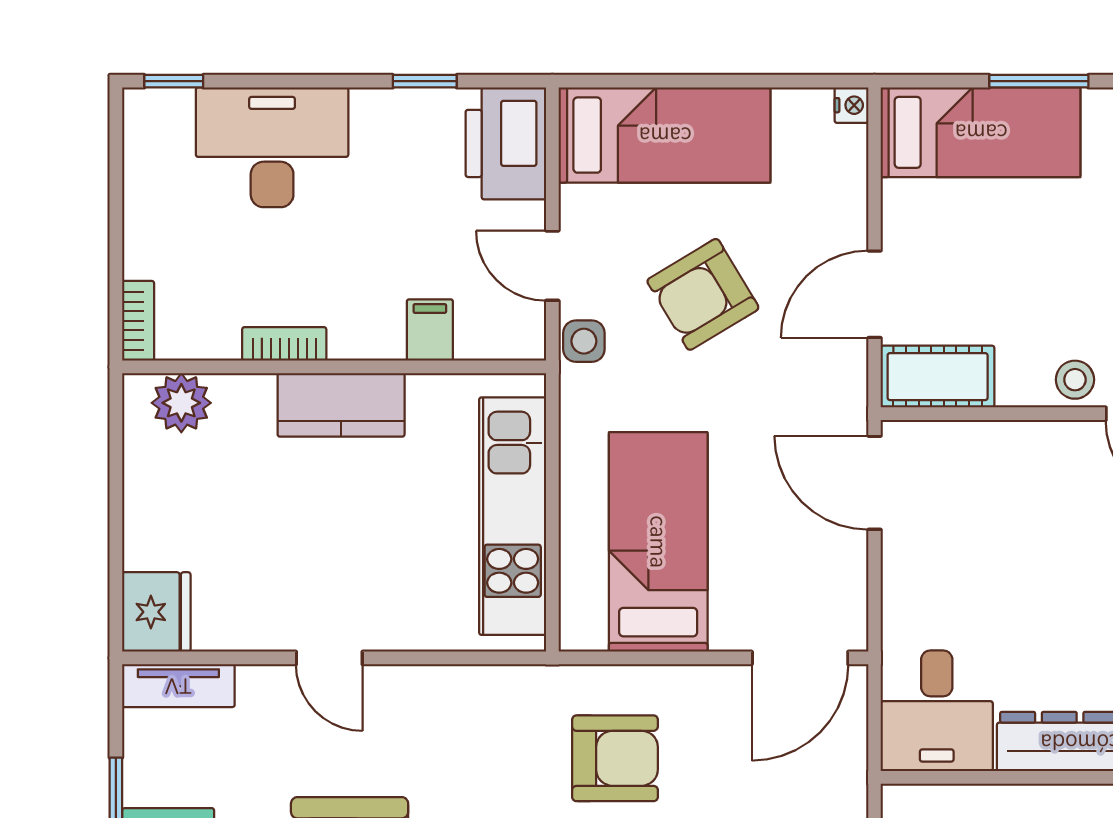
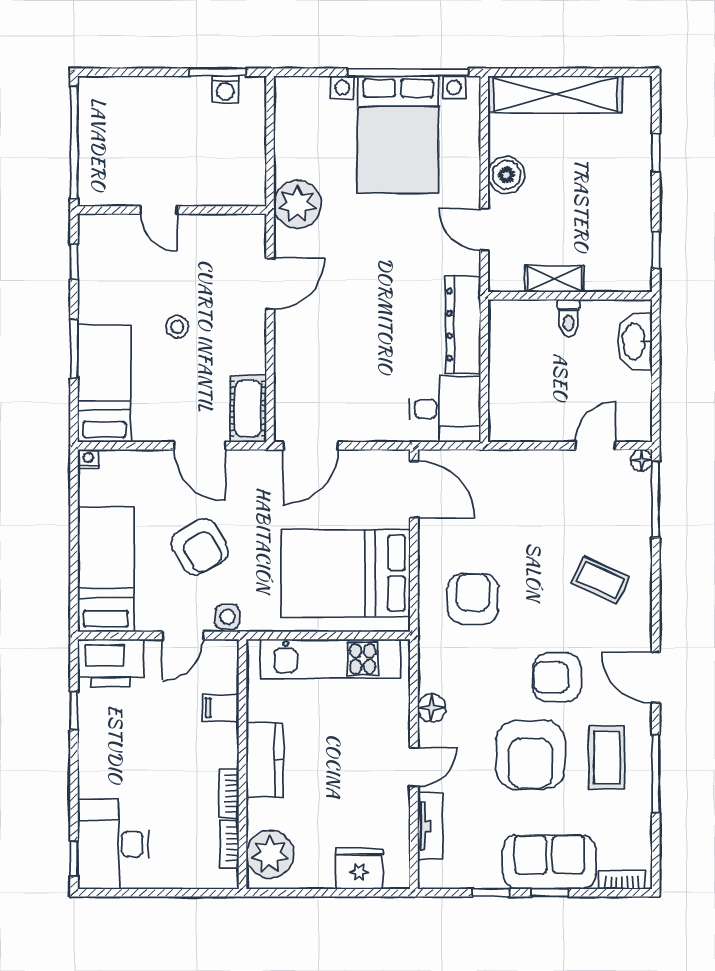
desk: (272, 147) -> (113, 844), moved
bookcase: (138, 321) -> (229, 844), moved, turned -90
stool: (1075, 380) -> (177, 327), moved
plant: (181, 403) -> (270, 854), width x1.36, depth x1.36
bed: (658, 542) -> (346, 573), width x1.50
fridge: (156, 612) -> (359, 869), moved
tv unit: (178, 686) -> (430, 826), moved
floor lamp: (429, 688) -> (432, 708), added

